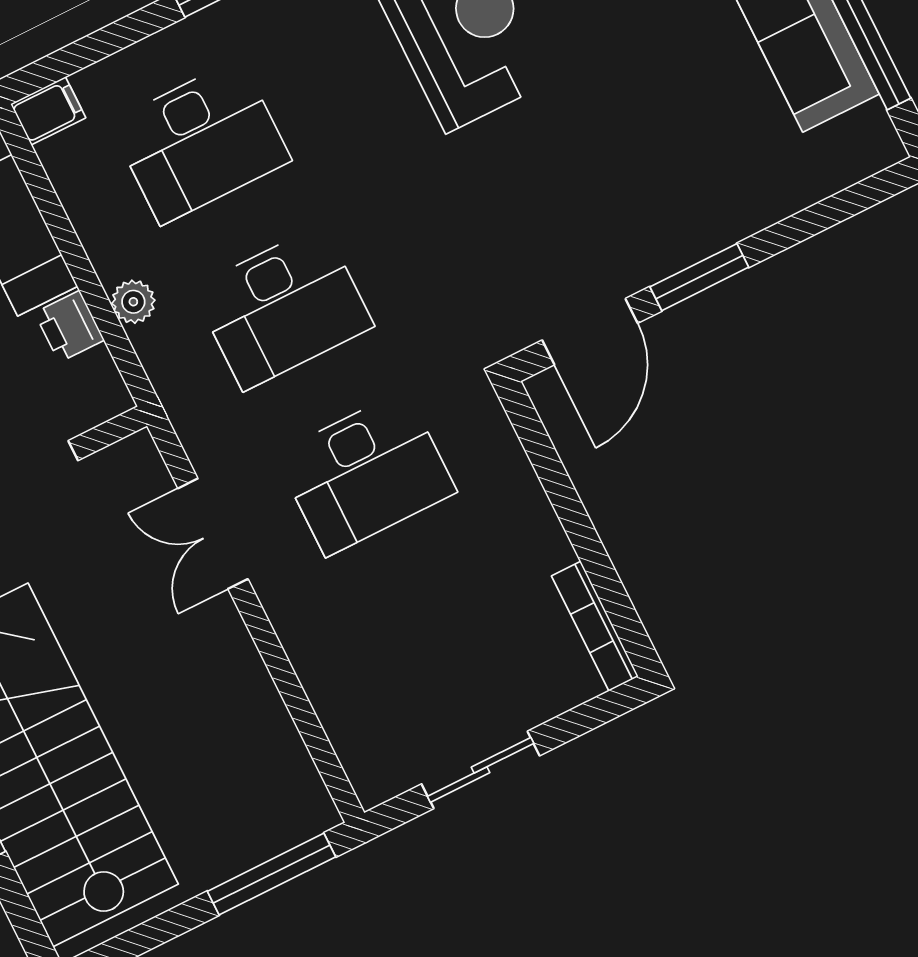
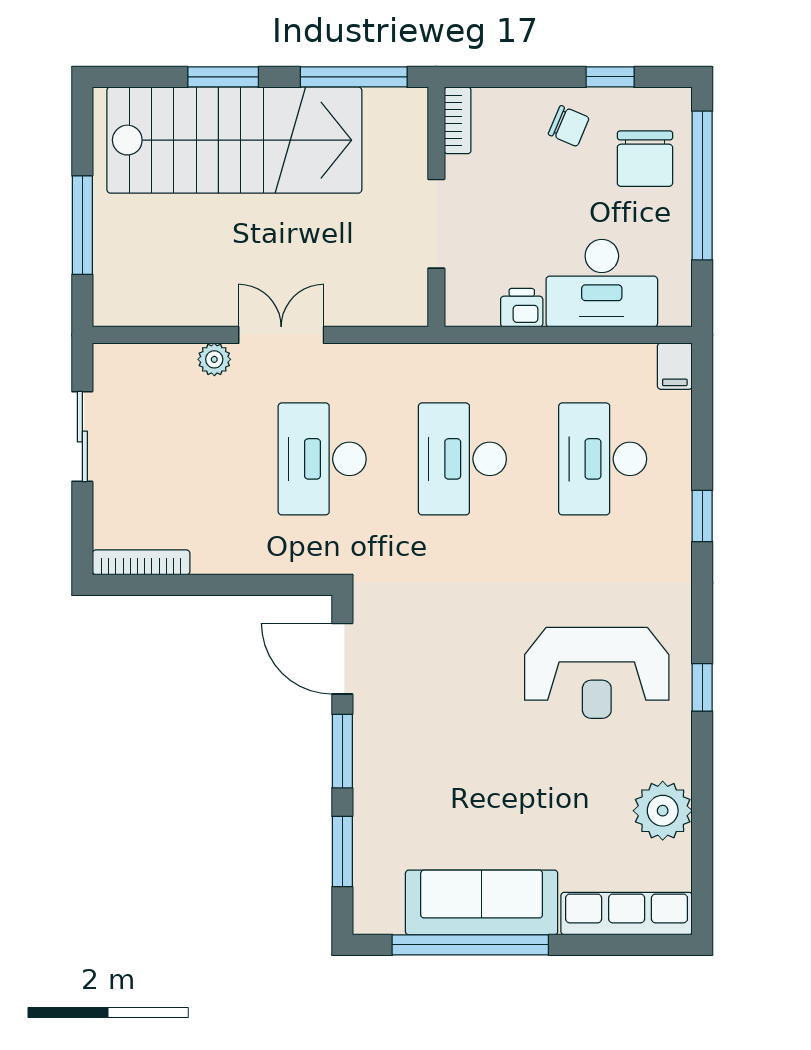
window: (818, 218) -> (342, 852), added
plant: (133, 302) -> (214, 359), moved
double door: (213, 534) -> (281, 335), moved
window: (272, 874) -> (82, 225), moved

